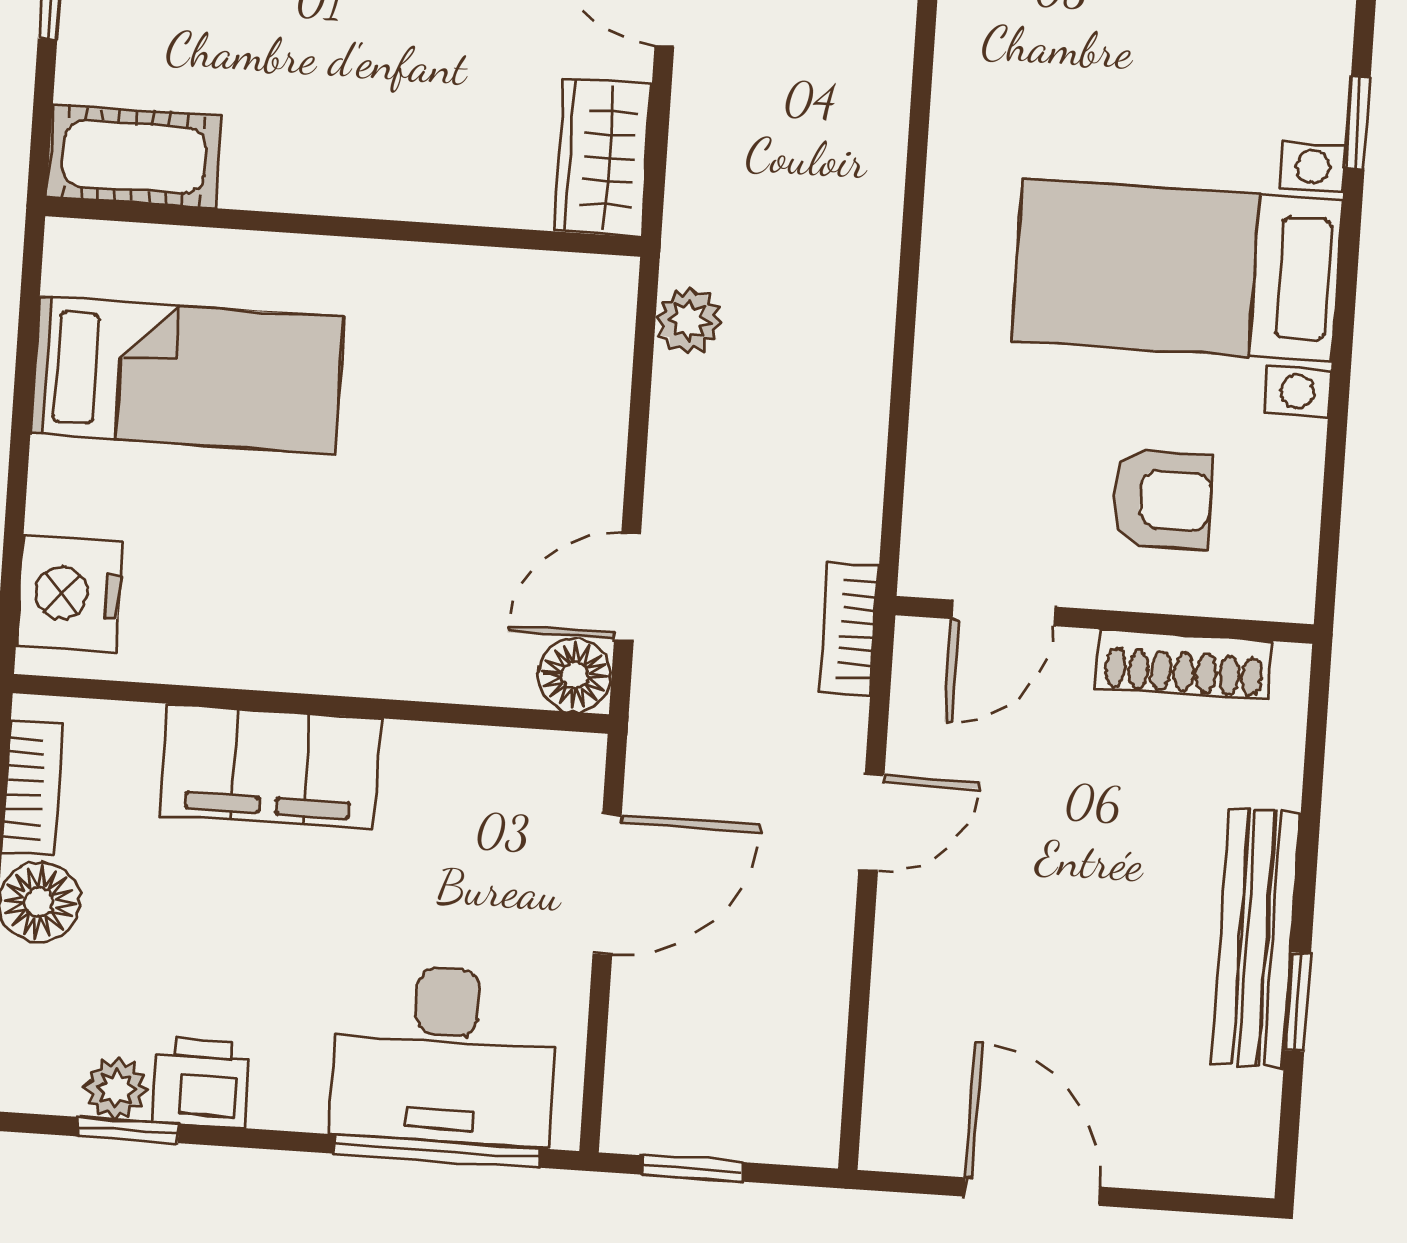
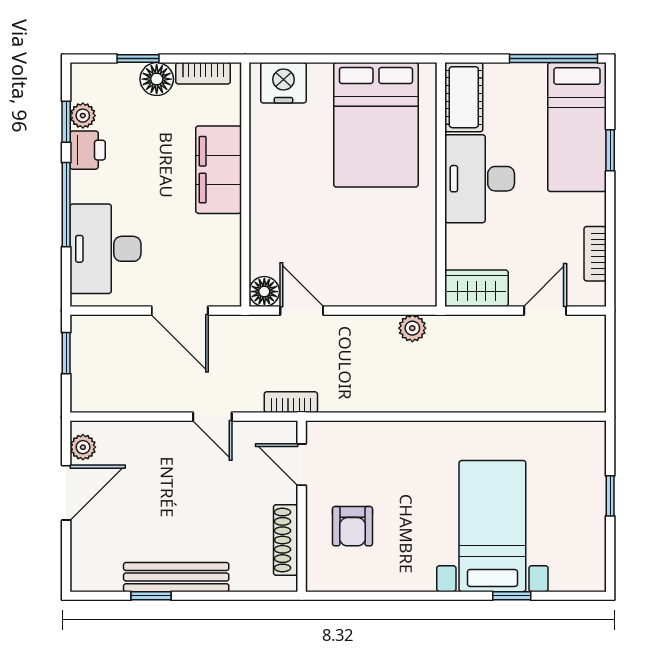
desk: (336, 132) -> (480, 179), added
bed with nightstands: (1177, 270) -> (492, 526), moved
bed: (187, 375) -> (376, 125), width x1.50
plant: (924, 1143) -> (83, 447), added
window: (436, 1151) -> (66, 205), moved

